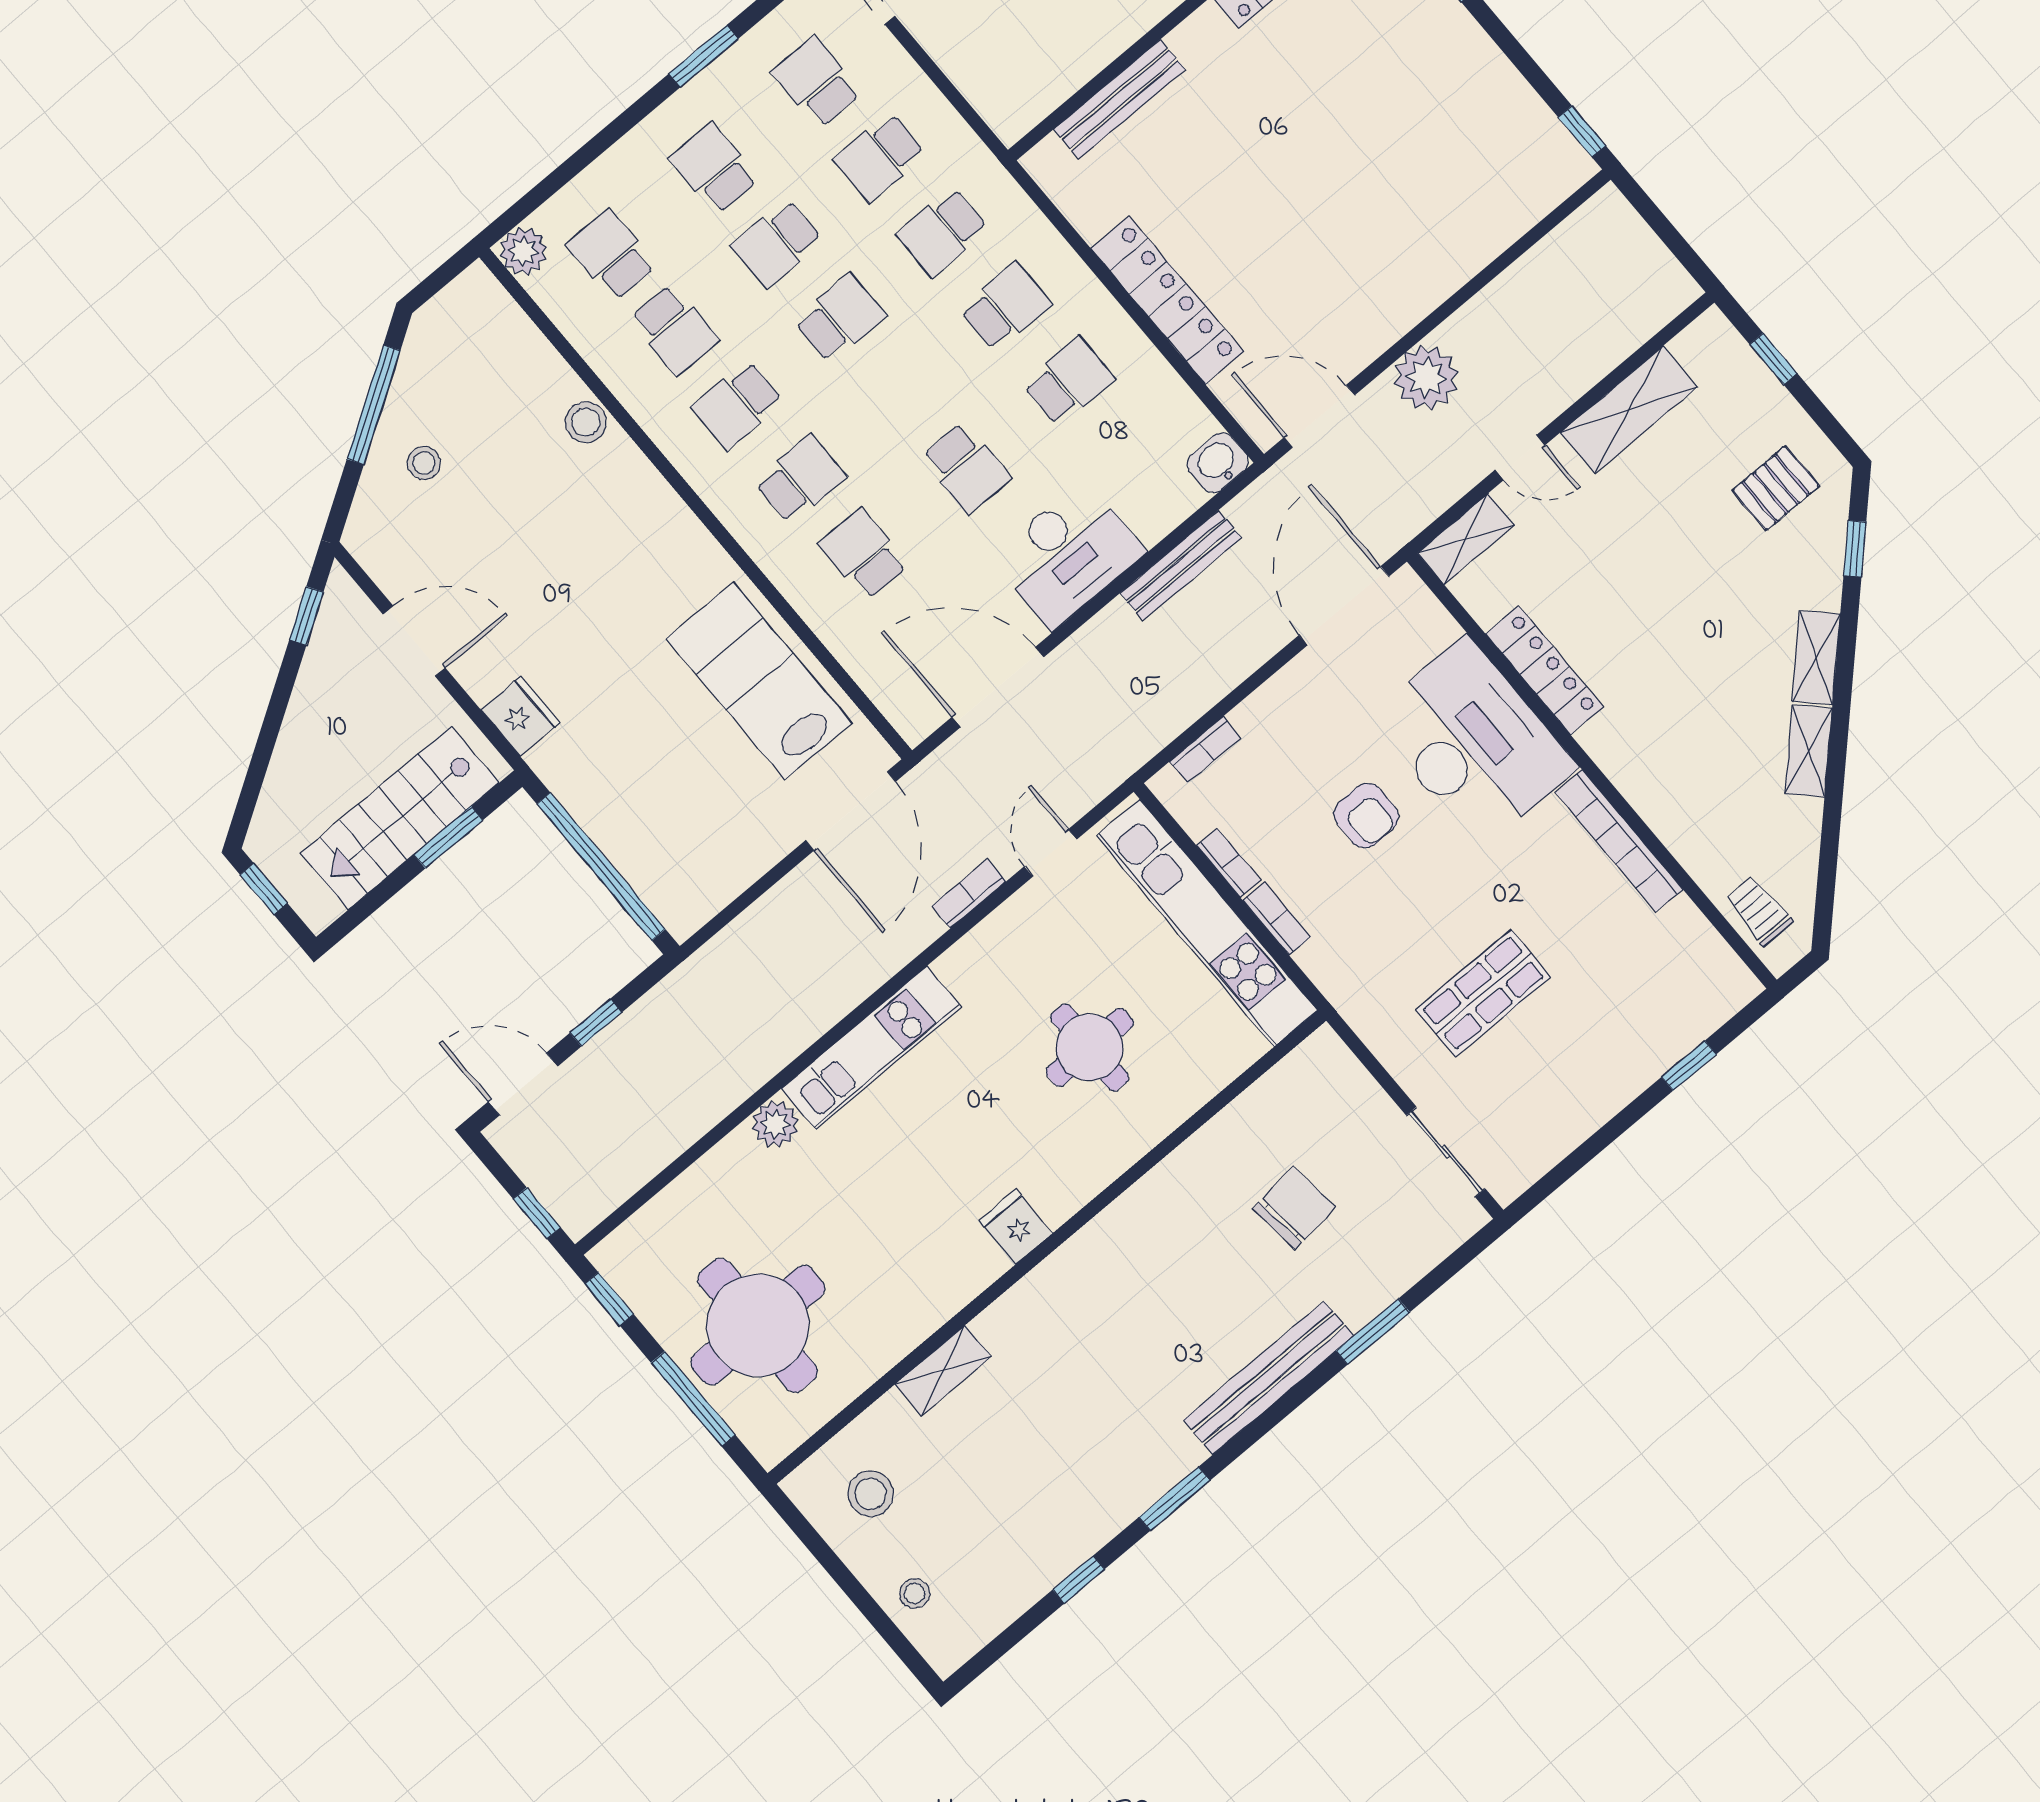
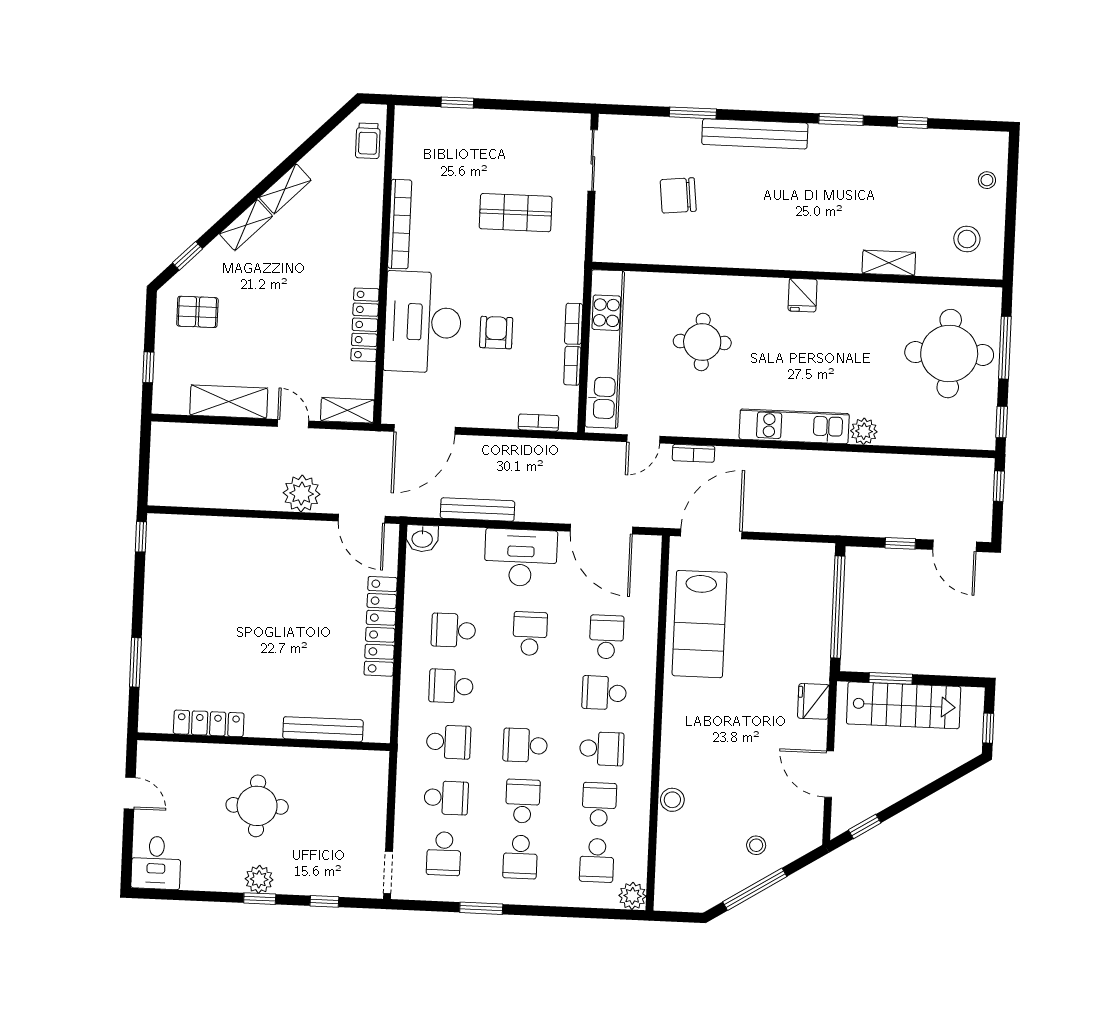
school desk: (777, 243) -> (523, 801), turned -90
school desk: (863, 554) -> (607, 637), turned 180

